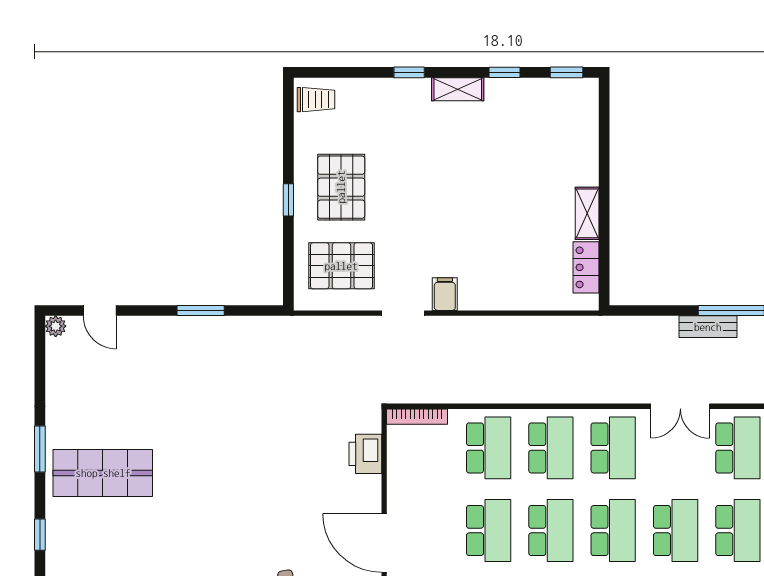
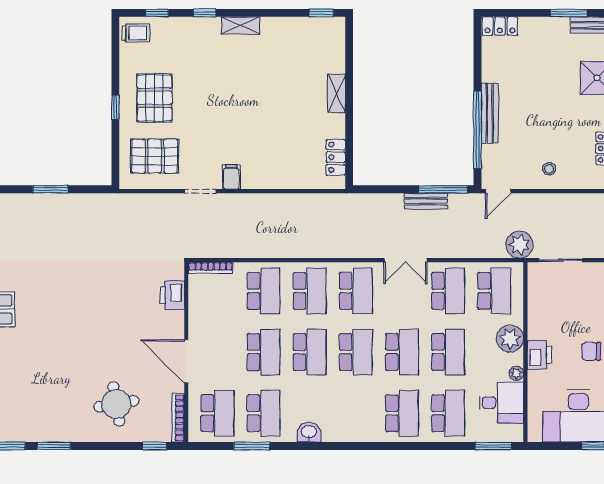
window: (505, 72) -> (157, 13), moved
shelving: (587, 213) -> (337, 93), moved

